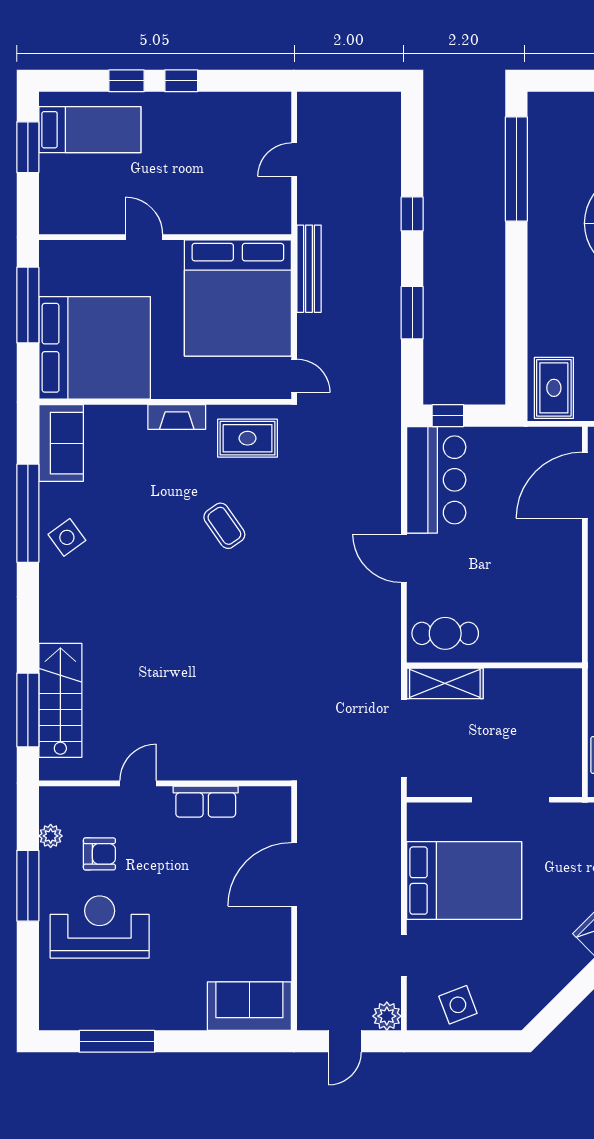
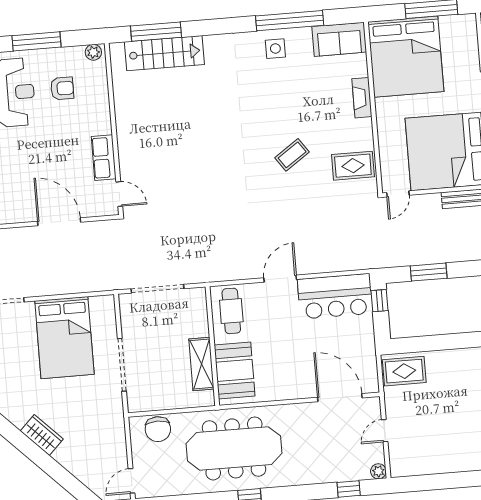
window: (412, 313) -> (429, 272), moved
fireplace: (177, 417) -> (362, 98), moved
rug: (247, 438) -> (353, 166), turned 90
side table: (67, 537) -> (275, 49), turned 36
booth: (533, 636) -> (235, 370), added
shelving: (445, 683) -> (201, 364), moved
door: (138, 783) -> (119, 194), moved
plant: (51, 836) -> (93, 52), moved
armchair: (99, 854) -> (62, 88), turned -90

